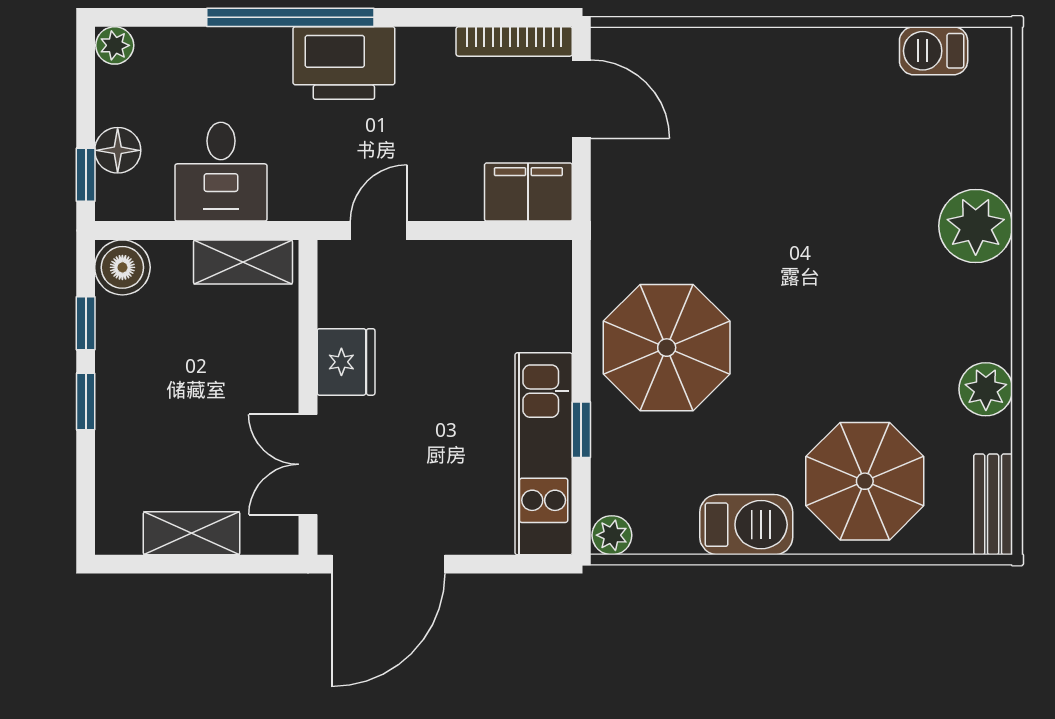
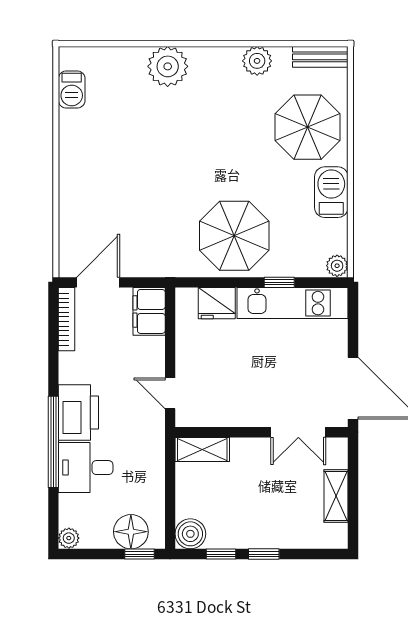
floor lamp: (118, 150) -> (131, 532), width x1.38, depth x1.38
desk: (221, 172) -> (86, 468), moved, turned 180
shelving: (243, 262) -> (202, 449), moved, turned 90
fridge: (346, 362) -> (217, 303), moved, turned 180

